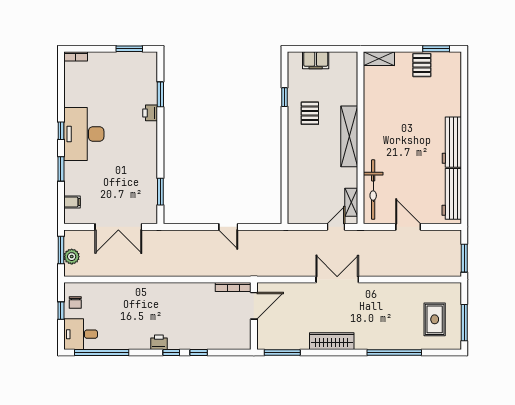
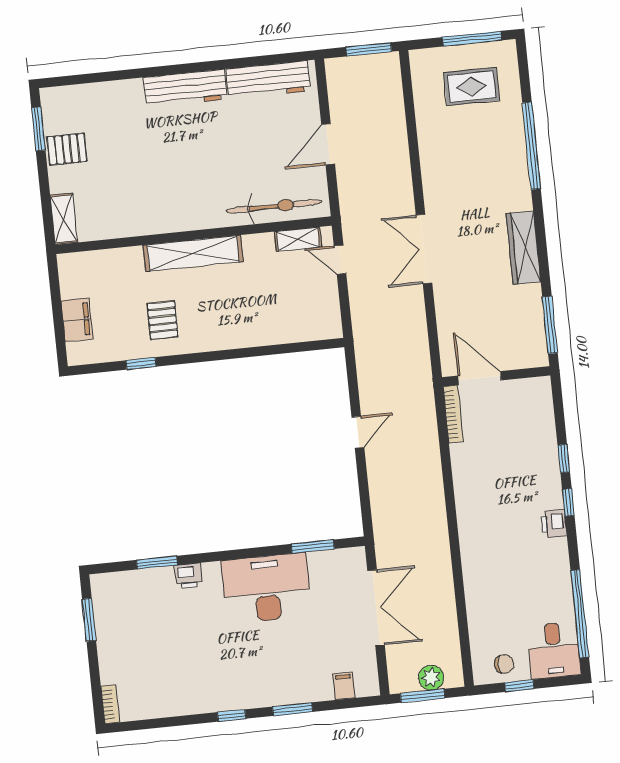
pallet: (310, 113) -> (162, 320), turned 90
desk: (84, 134) -> (267, 588), moved, turned 180

